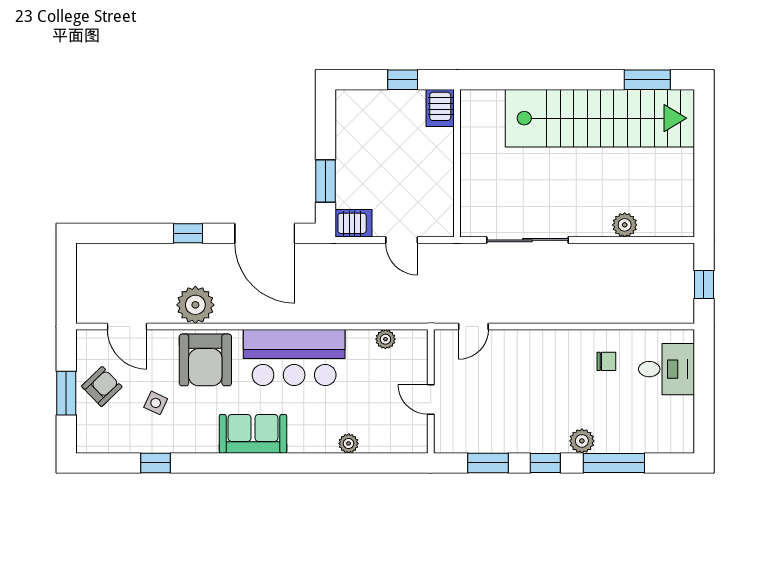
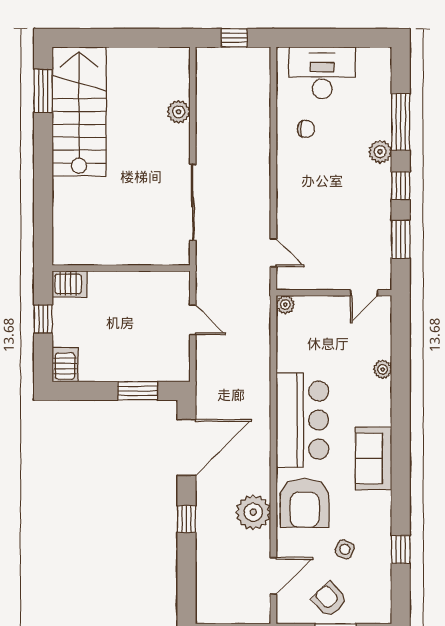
stairs: (600, 118) -> (79, 111), width x0.73
server rack: (354, 223) -> (65, 365), moved
door: (402, 240) -> (193, 320), hinge flipped
plant: (385, 339) -> (285, 305), moved
armchair: (205, 360) -> (305, 503), turned 90
chair: (606, 361) -> (306, 129), turned 90
desk: (666, 369) -> (322, 73), width x1.37
door: (431, 400) -> (364, 293), moved

